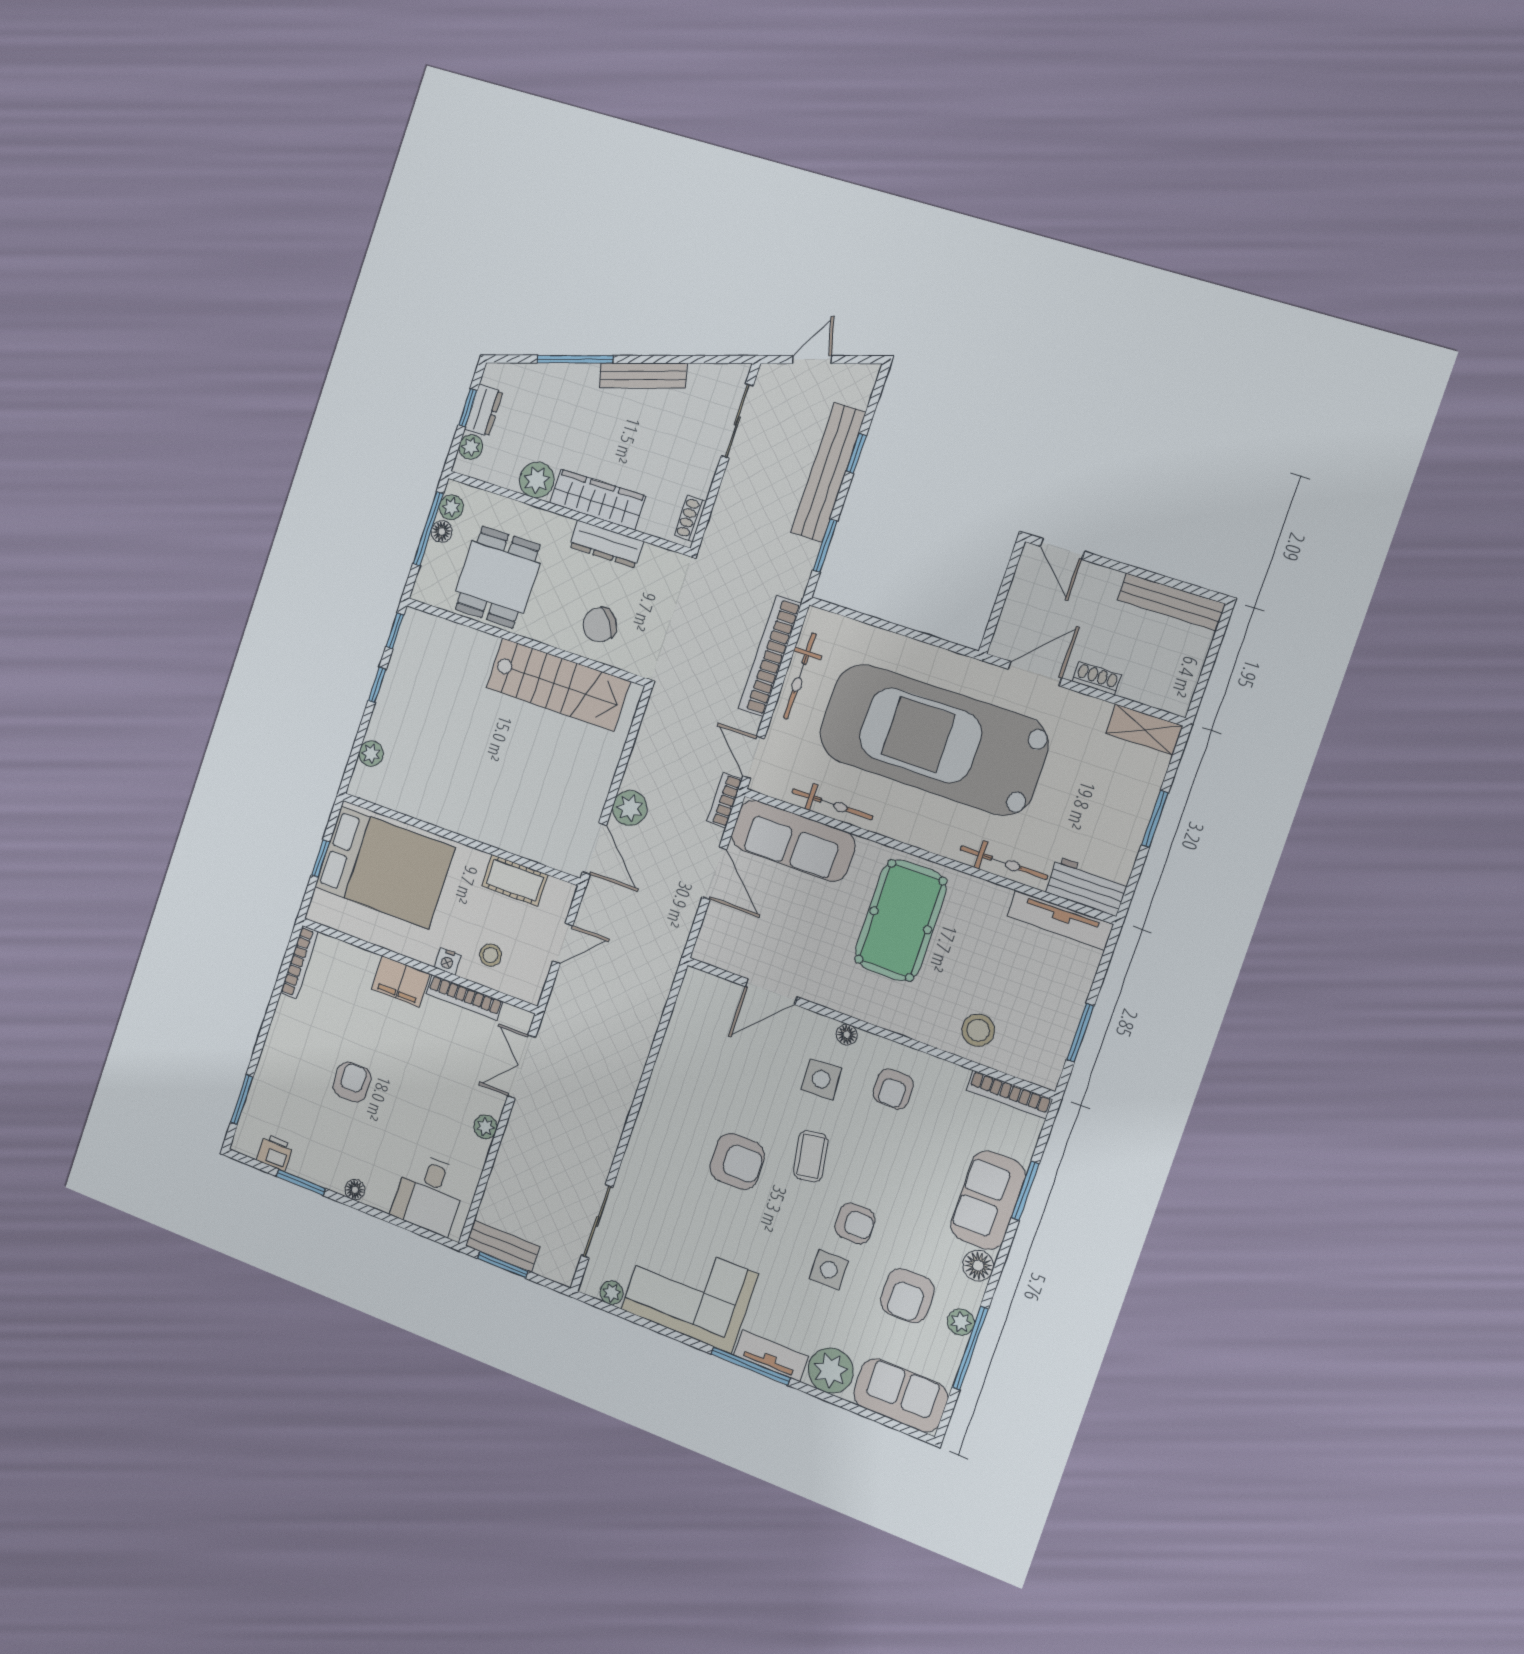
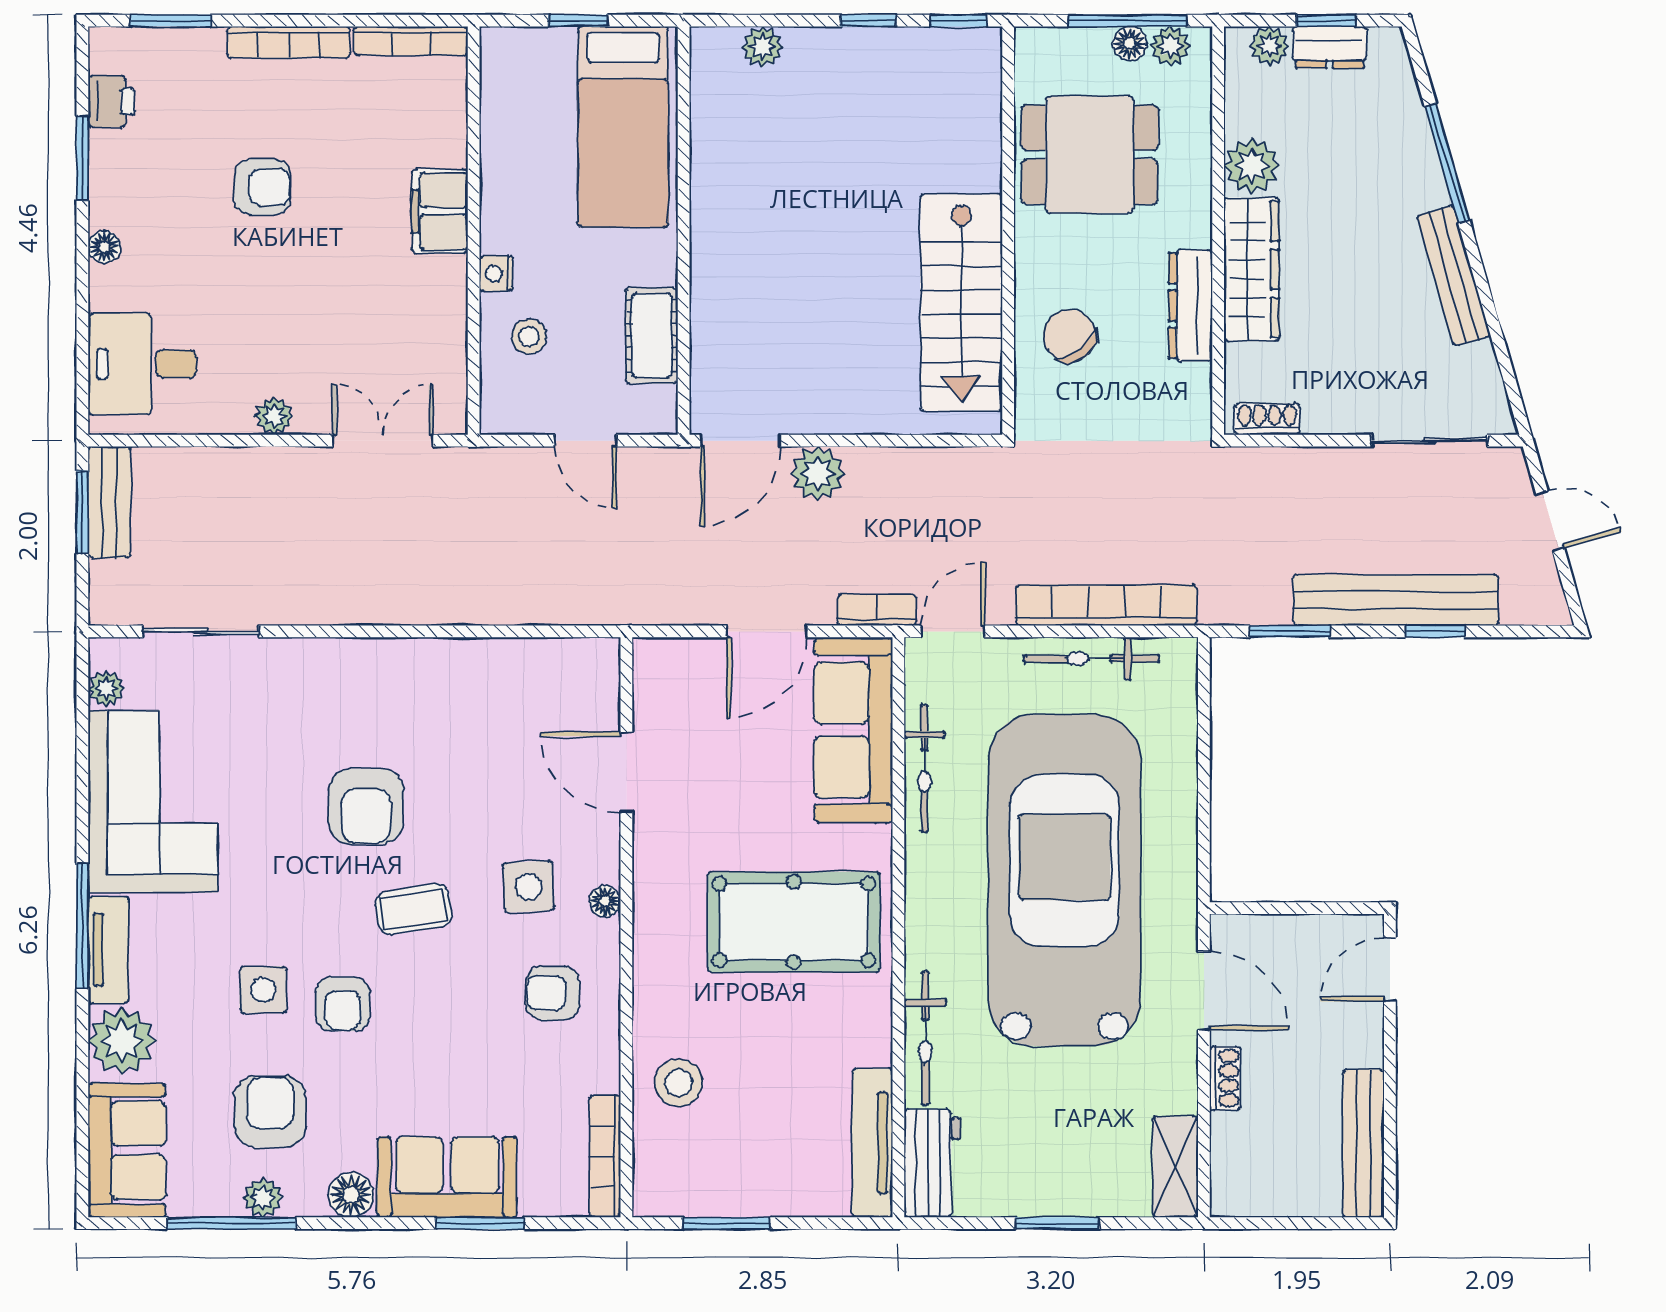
bed: (385, 867) -> (623, 127), width x0.67
bookcase: (465, 997) -> (289, 42), moved, turned -90
armchair: (907, 1296) -> (270, 1112), turned 90

